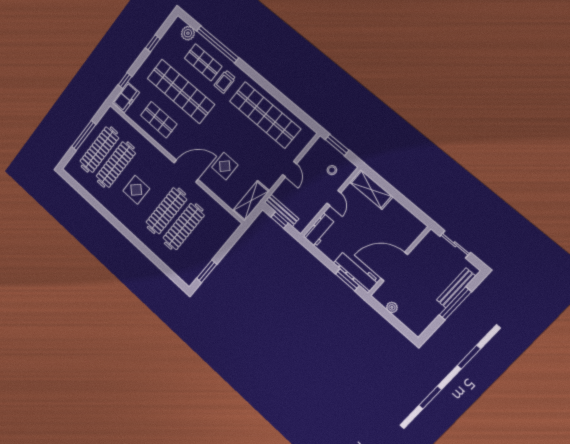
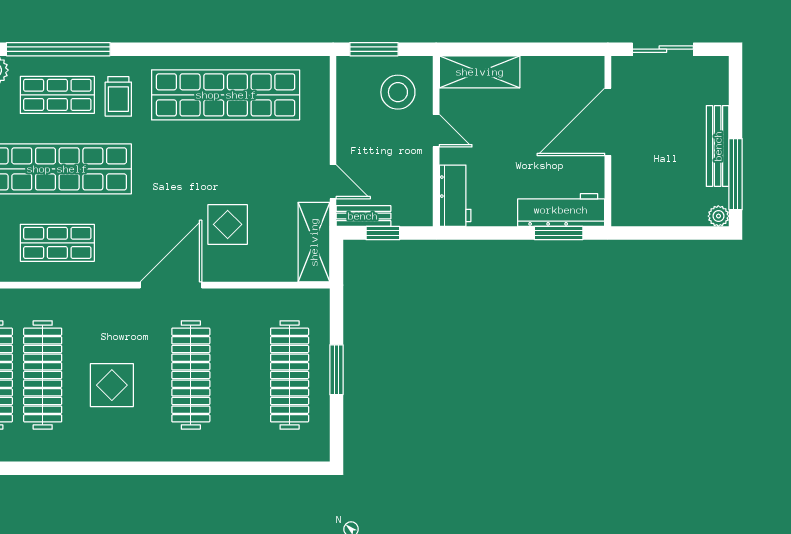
door: (290, 169) -> (333, 182), moved
stool: (332, 170) -> (398, 92), width x1.89, depth x1.89
bench: (281, 210) -> (363, 216), width x0.73
clothes rail: (184, 227) -> (290, 375), moved
door: (394, 267) -> (608, 122), moved
window: (207, 271) -> (336, 370), moved
bench: (456, 288) -> (718, 146), moved
window: (455, 303) -> (736, 174), moved
plant: (392, 307) -> (718, 216), moved

